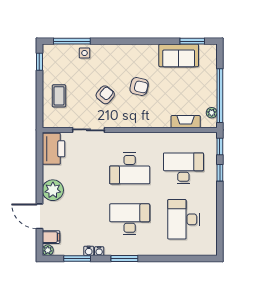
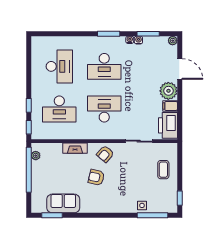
armchair: (105, 95) -> (105, 154), moved
fireplace: (186, 122) -> (75, 148), moved
filing cabinet: (51, 237) -> (170, 106), moved

